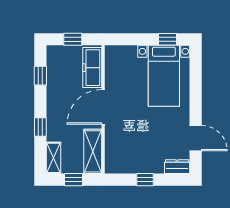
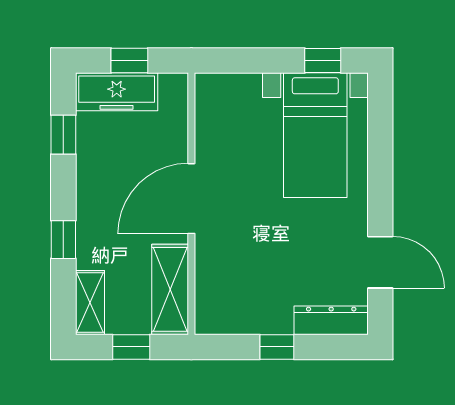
freezer: (92, 68) -> (117, 92), moved, turned -90
dresser: (177, 167) -> (331, 320), width x1.44

